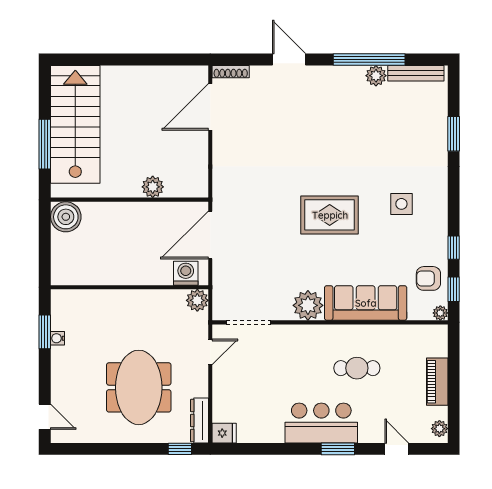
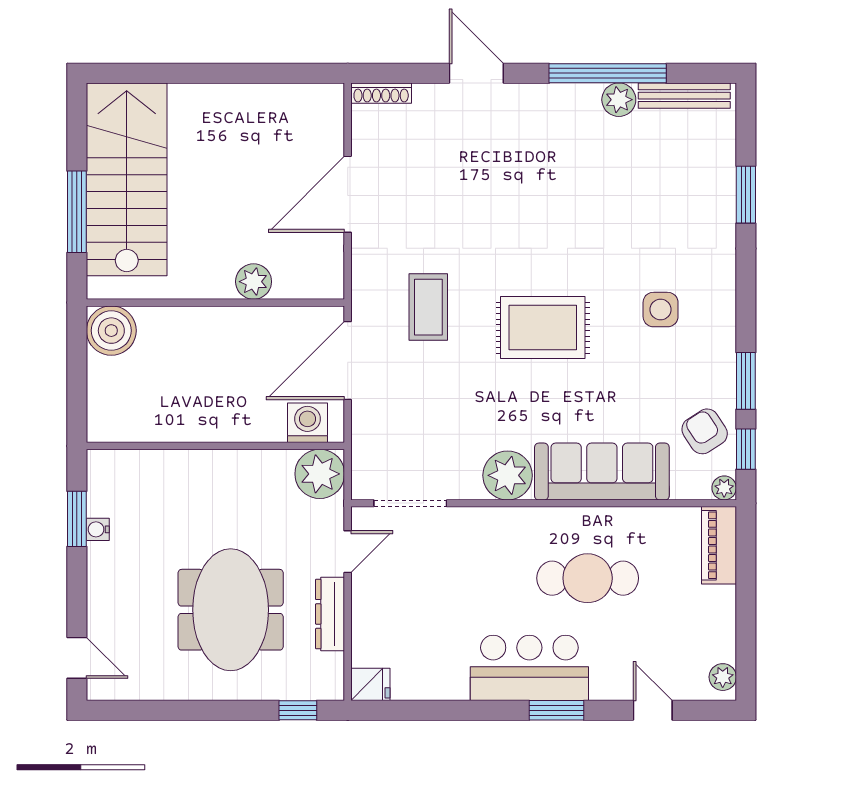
door: (210, 107) -> (348, 194), moved
coffee table: (260, 202) -> (428, 307), added
window: (454, 248) -> (746, 381), width x1.50
armchair: (428, 278) -> (705, 431), turned 57
plant: (197, 300) -> (320, 474), width x1.36, depth x1.36
cafe table: (357, 368) -> (588, 578), width x1.37, depth x1.35
piano: (437, 382) -> (719, 545), moved
dresser: (200, 421) -> (330, 614), moved

